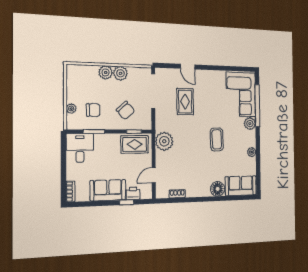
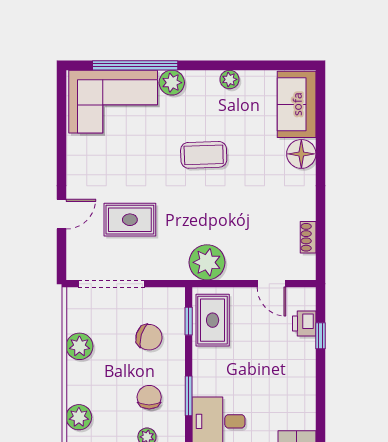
plant: (106, 72) -> (79, 417), moved
chair: (125, 110) -> (149, 337), turned 58
sofa: (108, 190) -> (297, 371), removed

